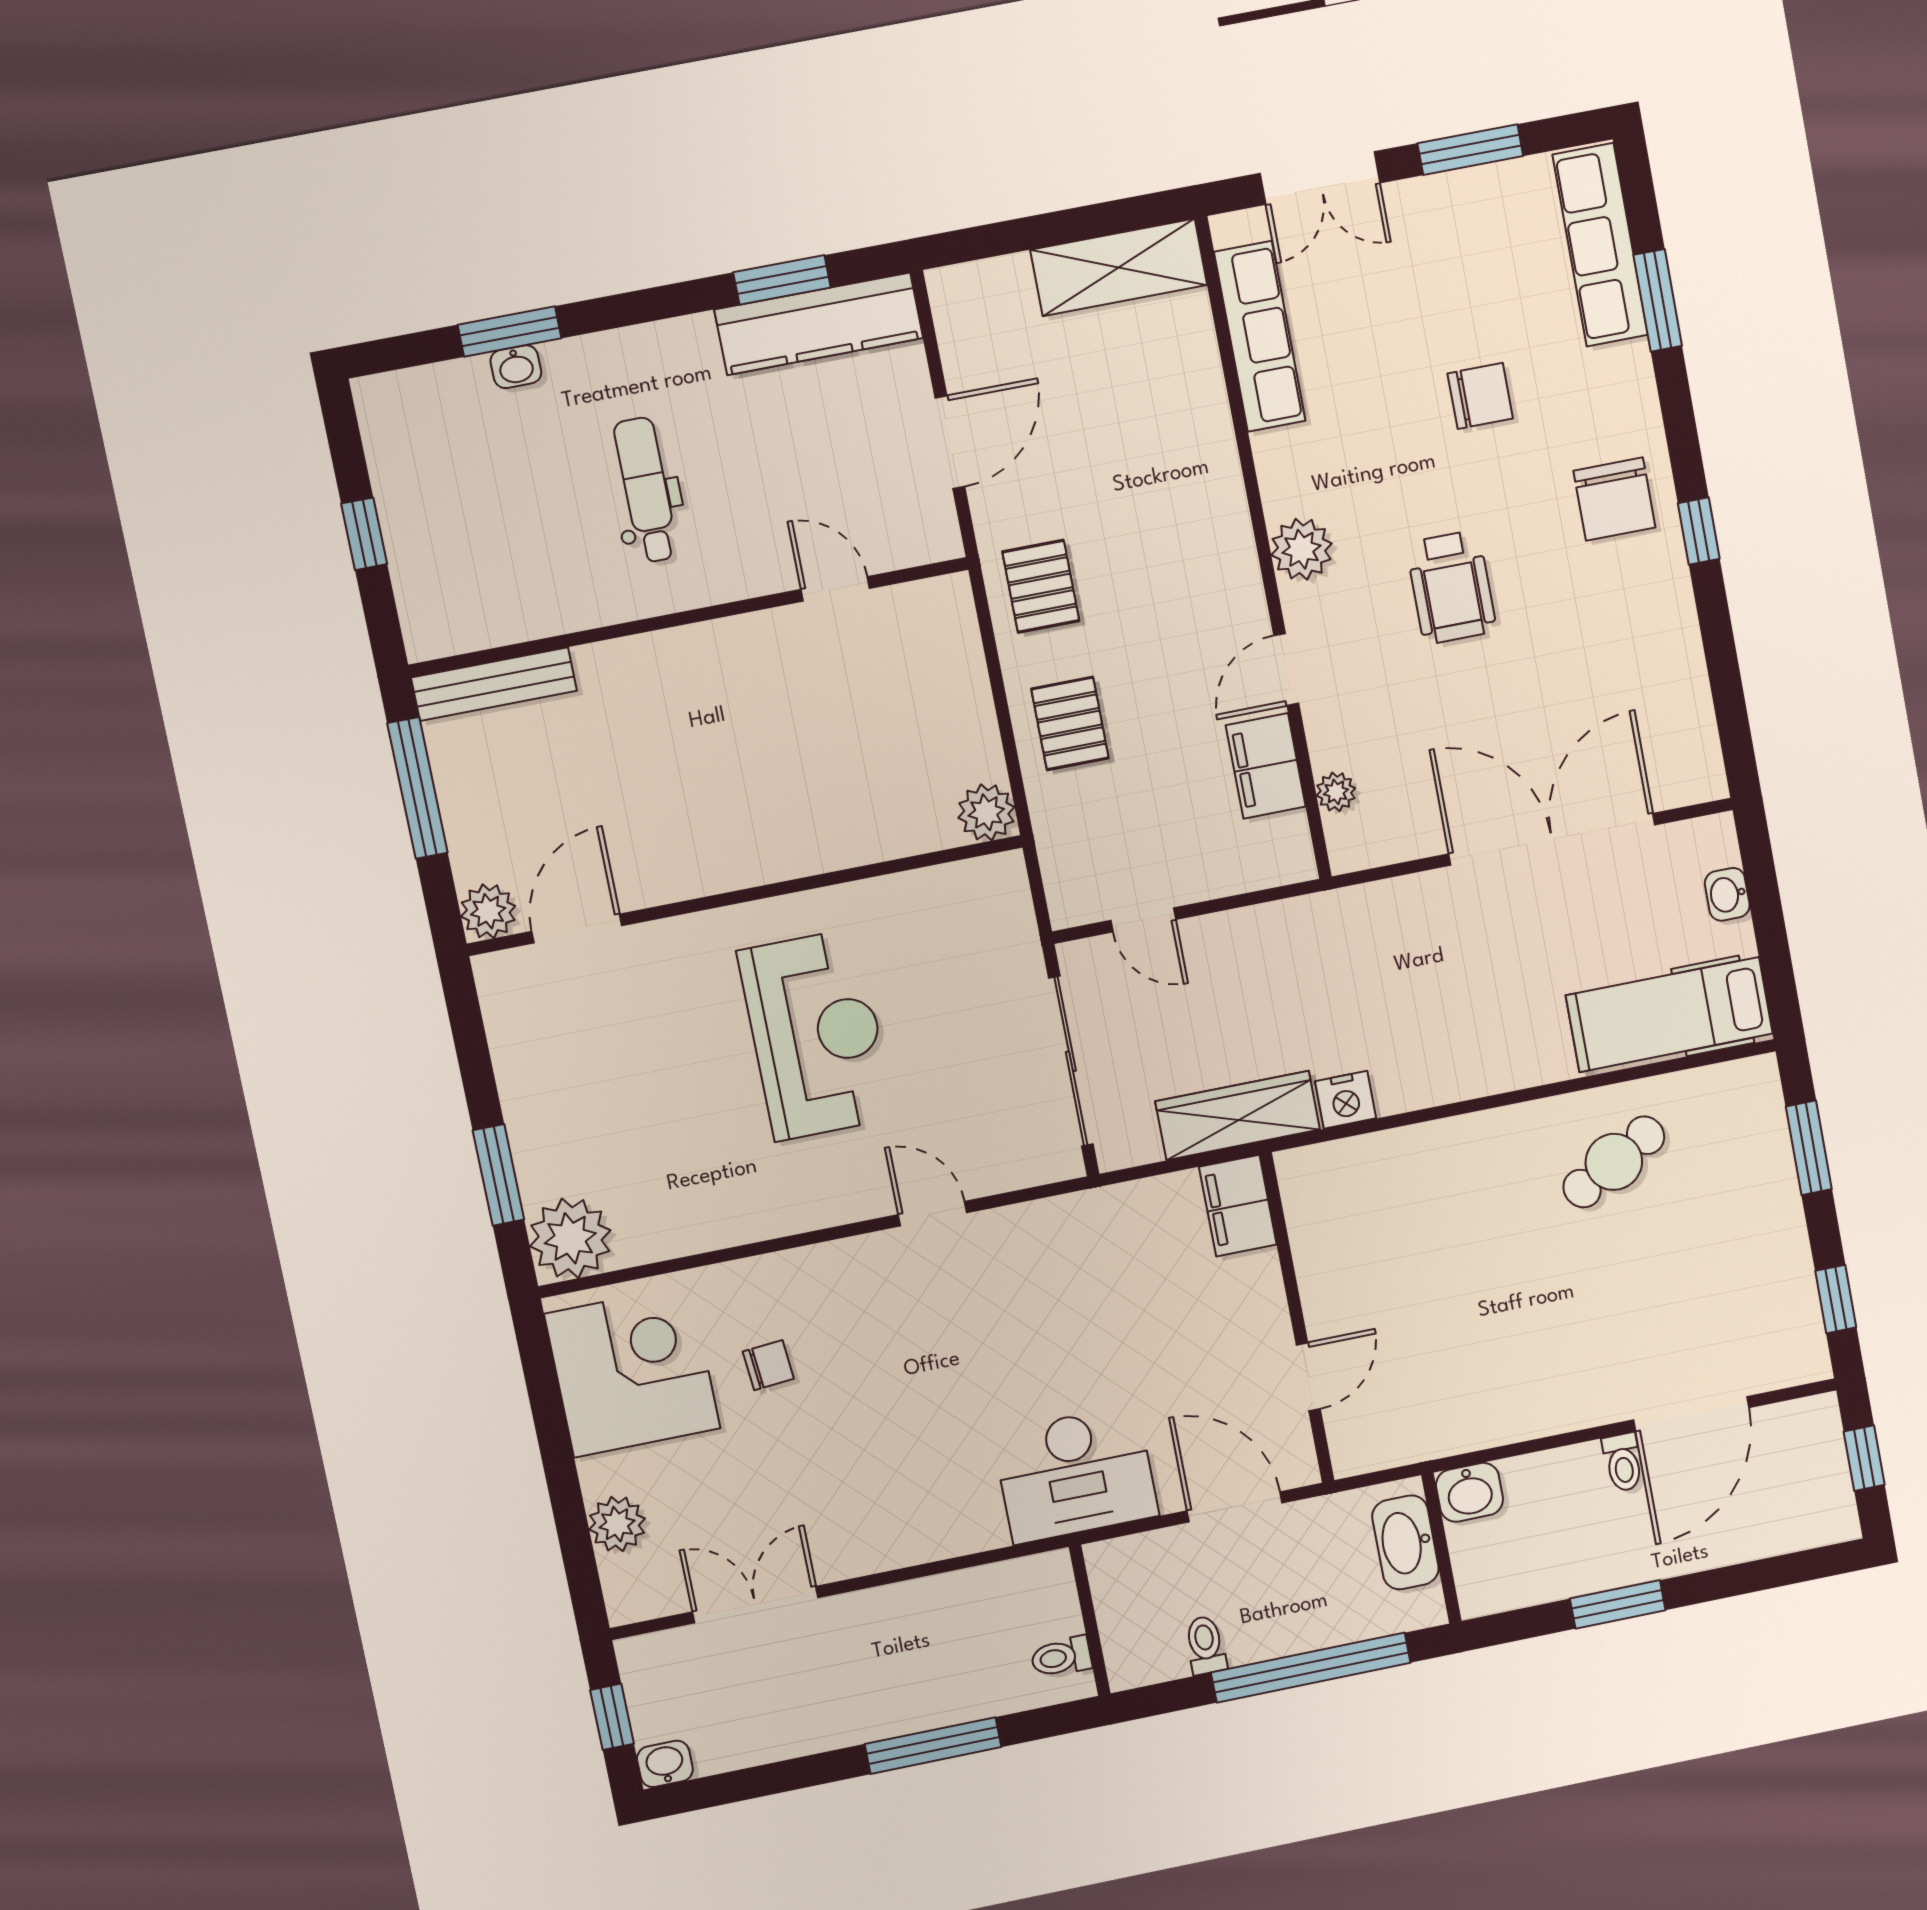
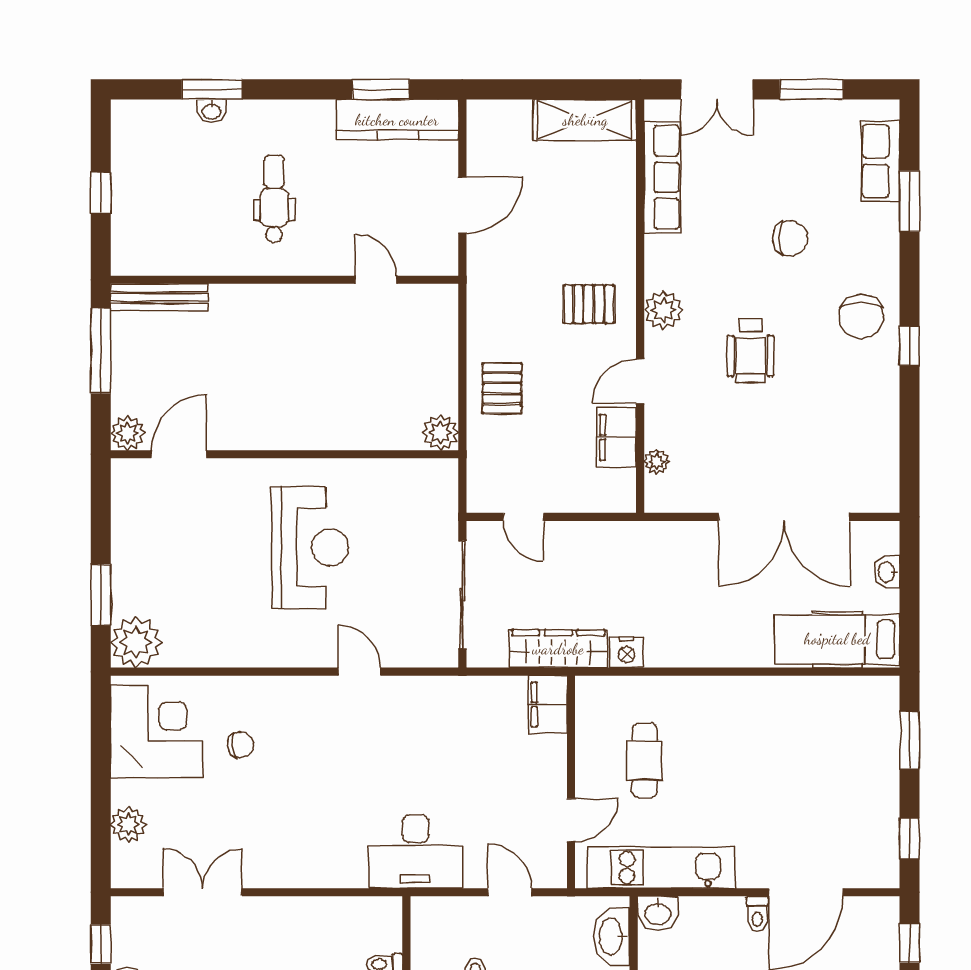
row of seats: (1600, 245) -> (880, 161), width x0.68
pallet: (1041, 586) -> (589, 304), moved, turned 90
double door: (1552, 839) -> (784, 517), swing flipped
cafe table: (1614, 1162) -> (645, 760), moved, turned -61
kitchen unit: (1461, 1421) -> (661, 868), added
door: (1235, 1507) -> (510, 892), width x0.73

